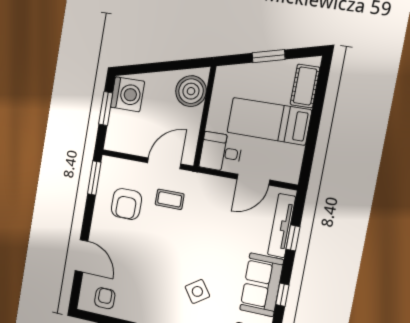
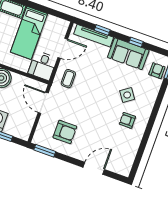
door: (253, 180) -> (63, 48), hinge flipped
coffee table: (170, 199) -> (68, 79), moved
armchair: (105, 298) -> (127, 120), moved

